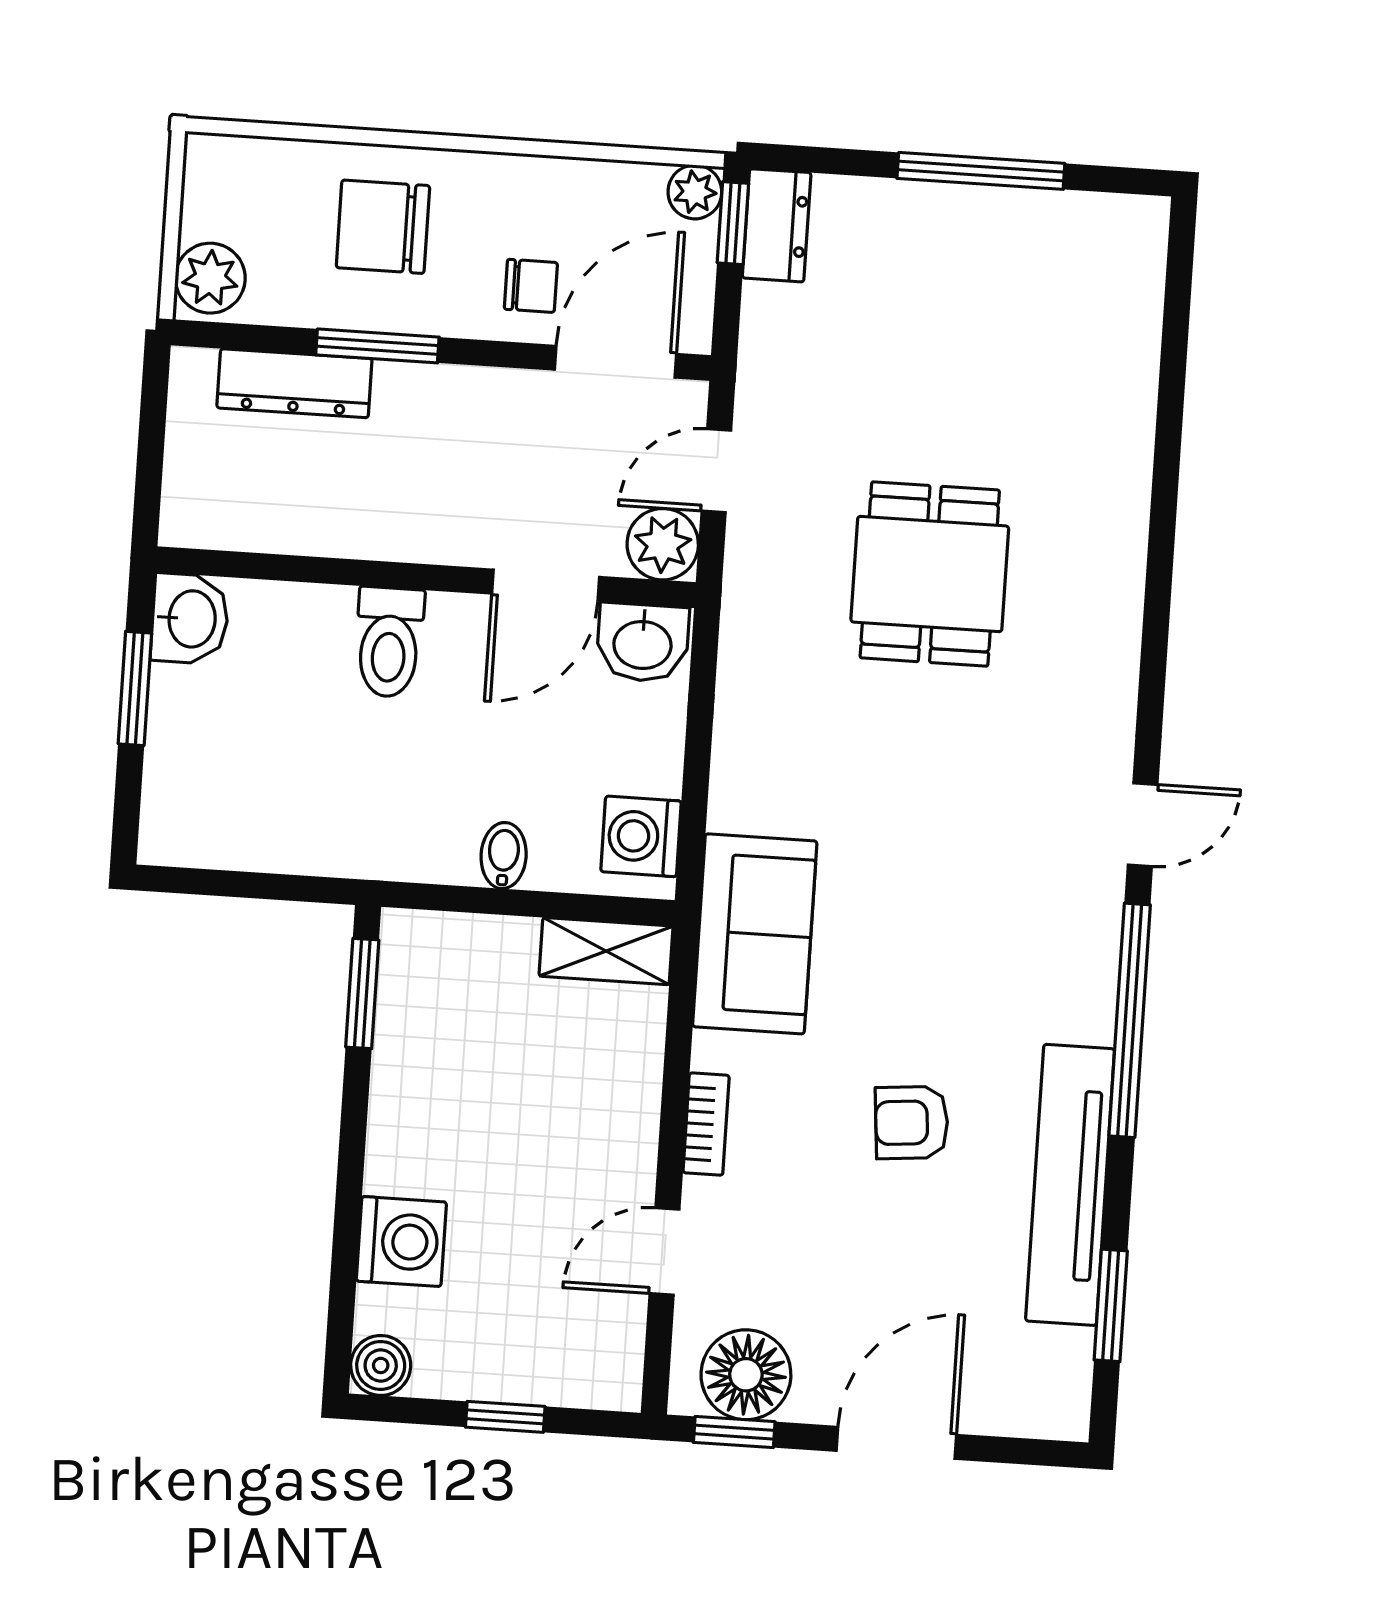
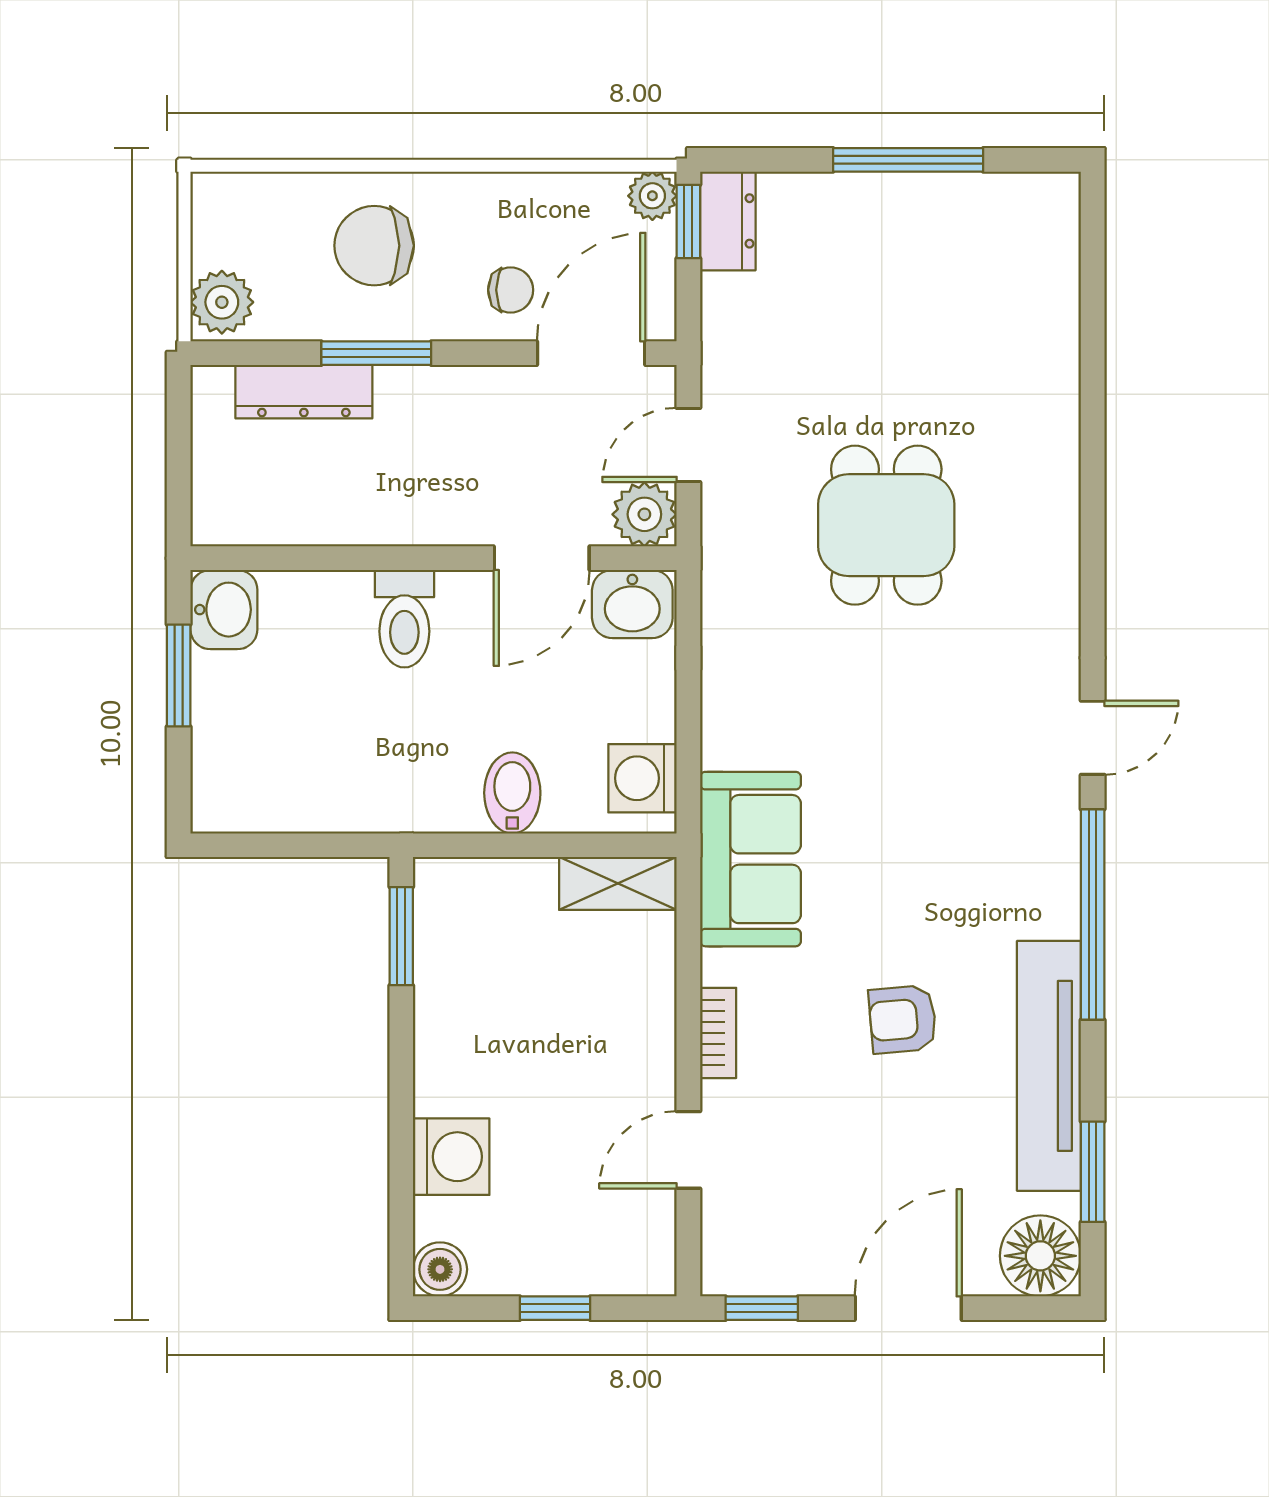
bidet: (504, 856) -> (512, 793), width x1.38, depth x1.36
floor lamp: (746, 1375) -> (1040, 1256), moved

